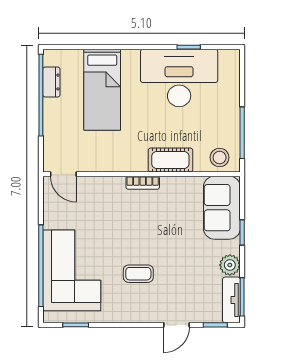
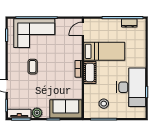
bed: (102, 90) -> (104, 51), moved, turned 180
stool: (220, 157) -> (104, 104), moved
cot: (170, 160) -> (90, 72), moved

